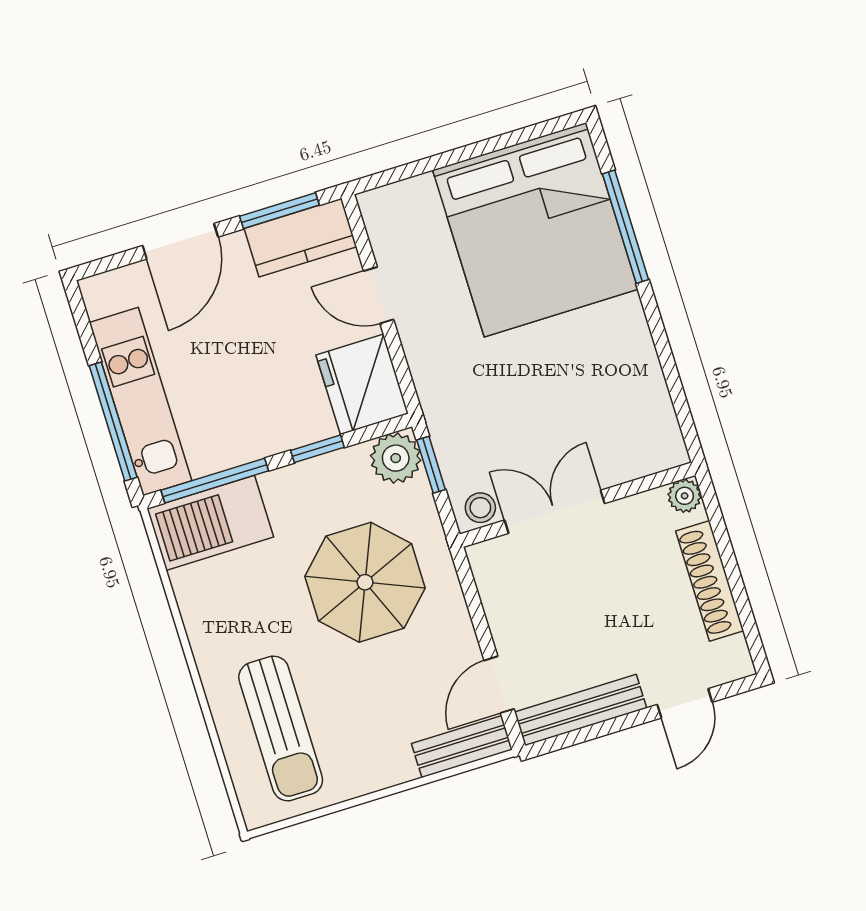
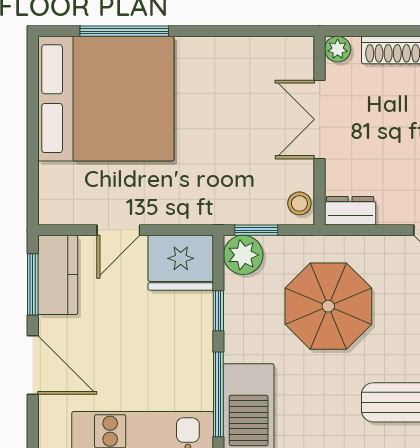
double door: (555, 512) -> (320, 119), moved
dresser: (491, 573) -> (350, 211), added

